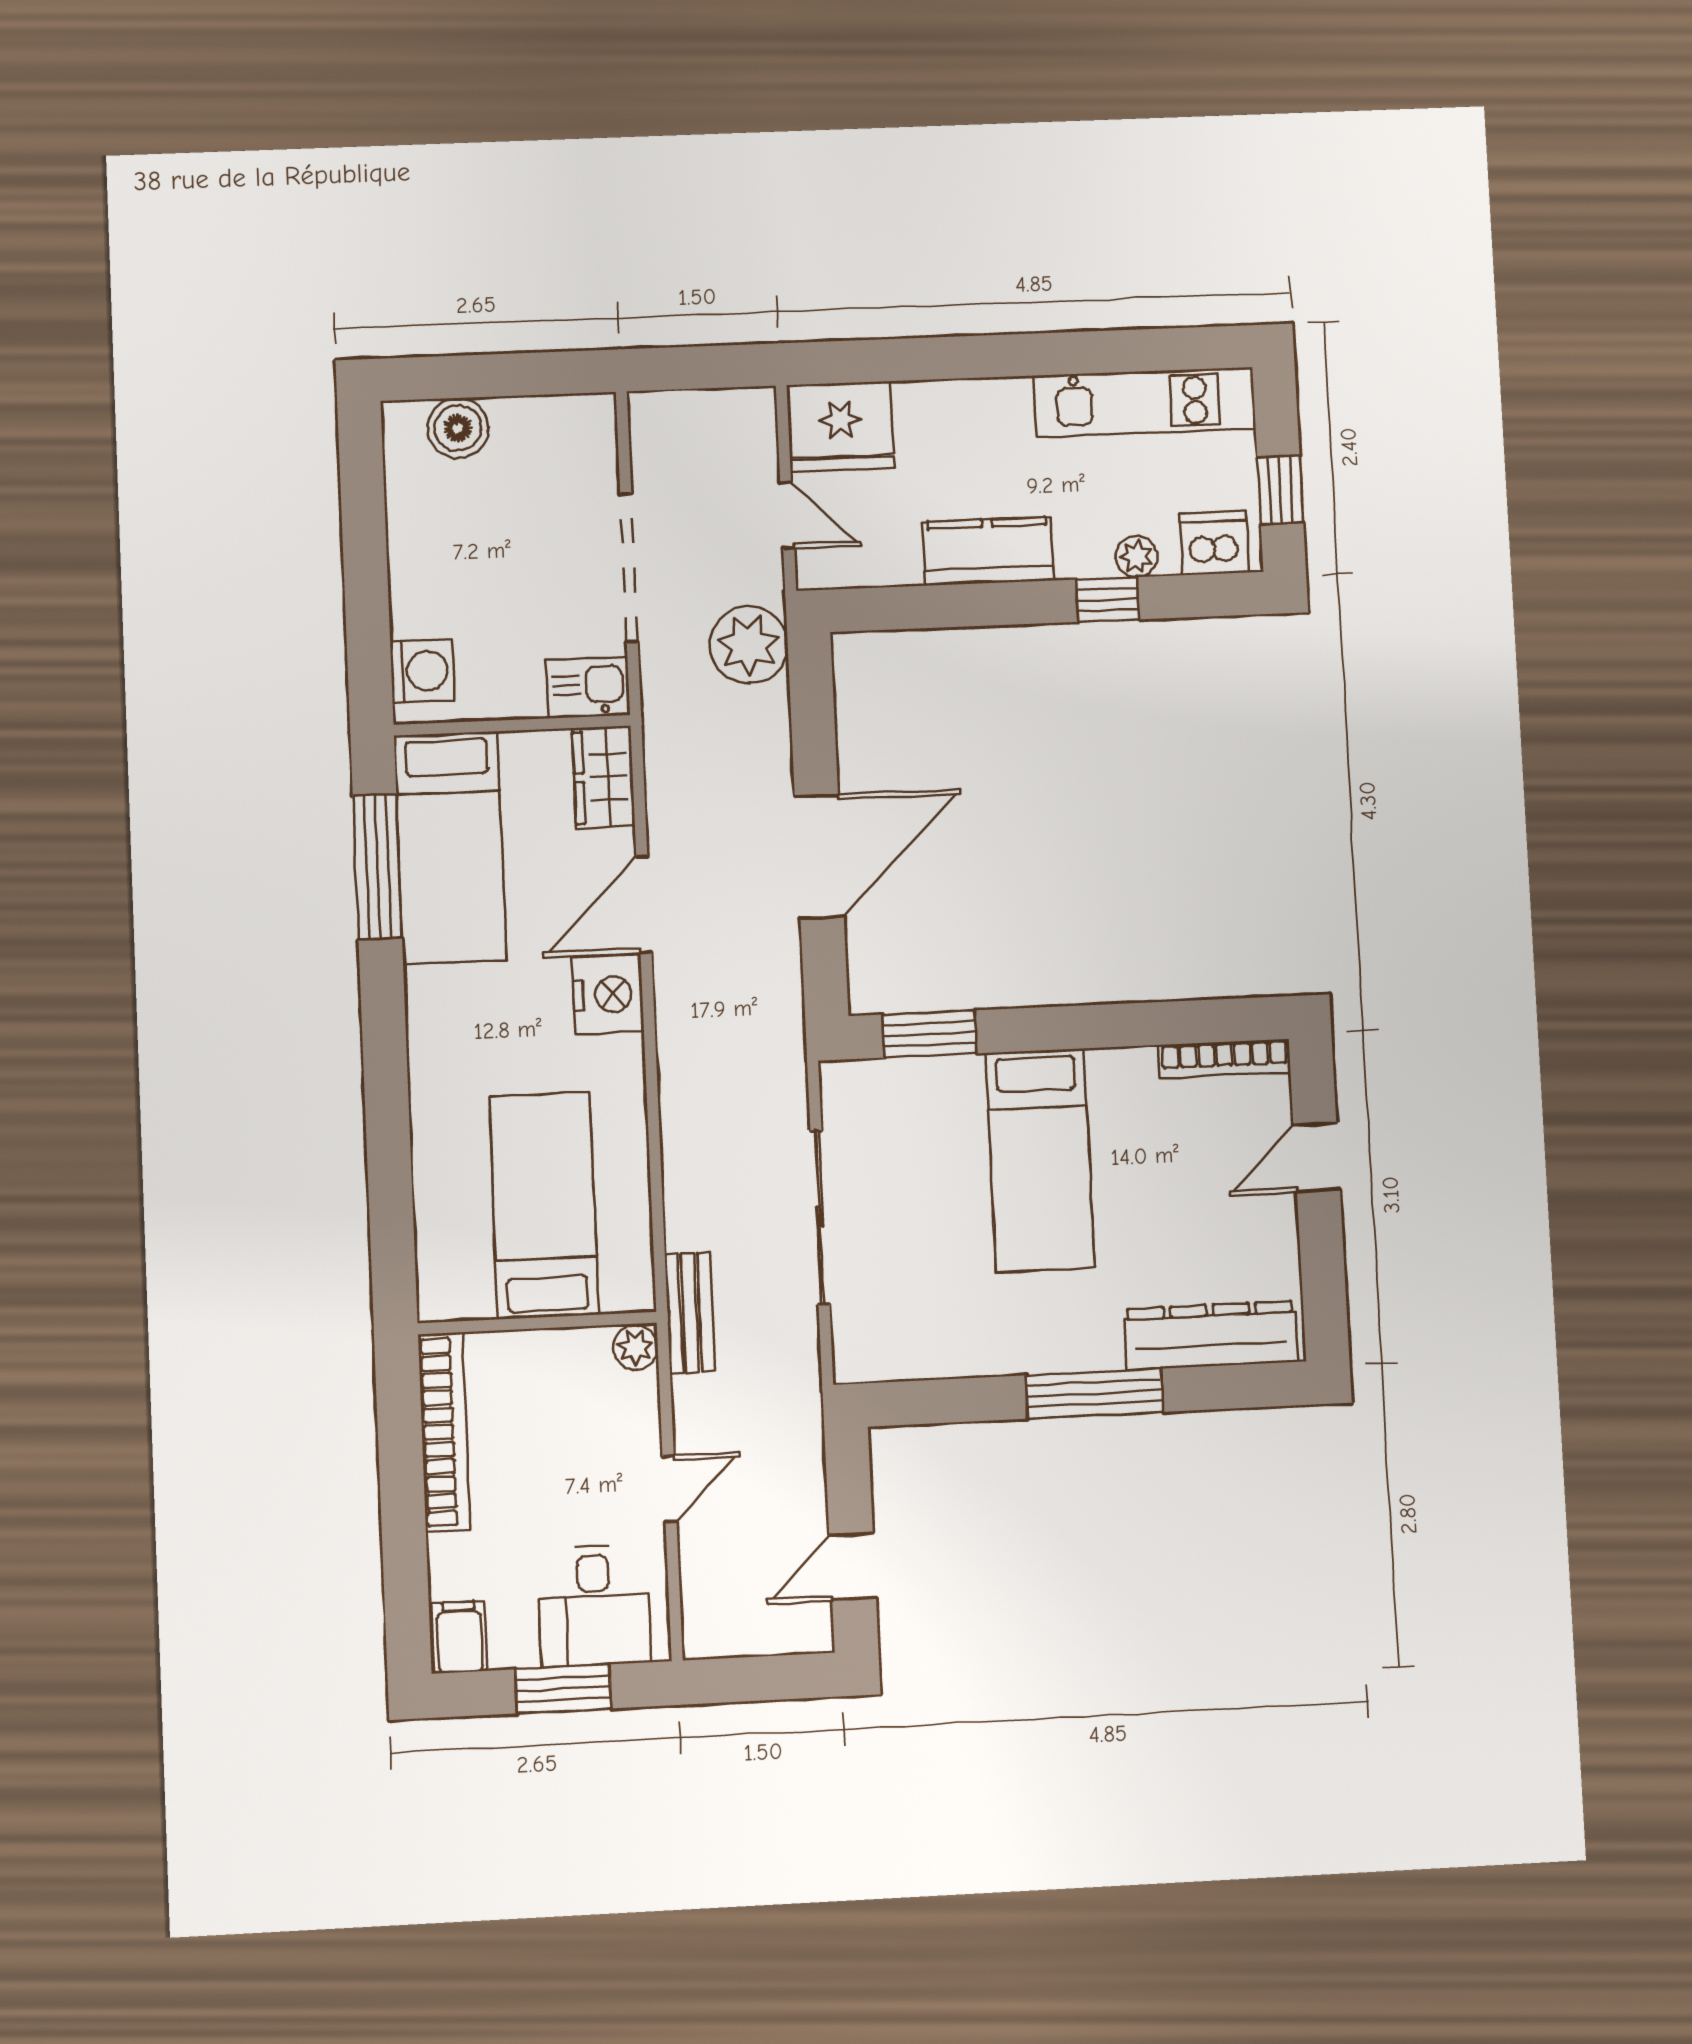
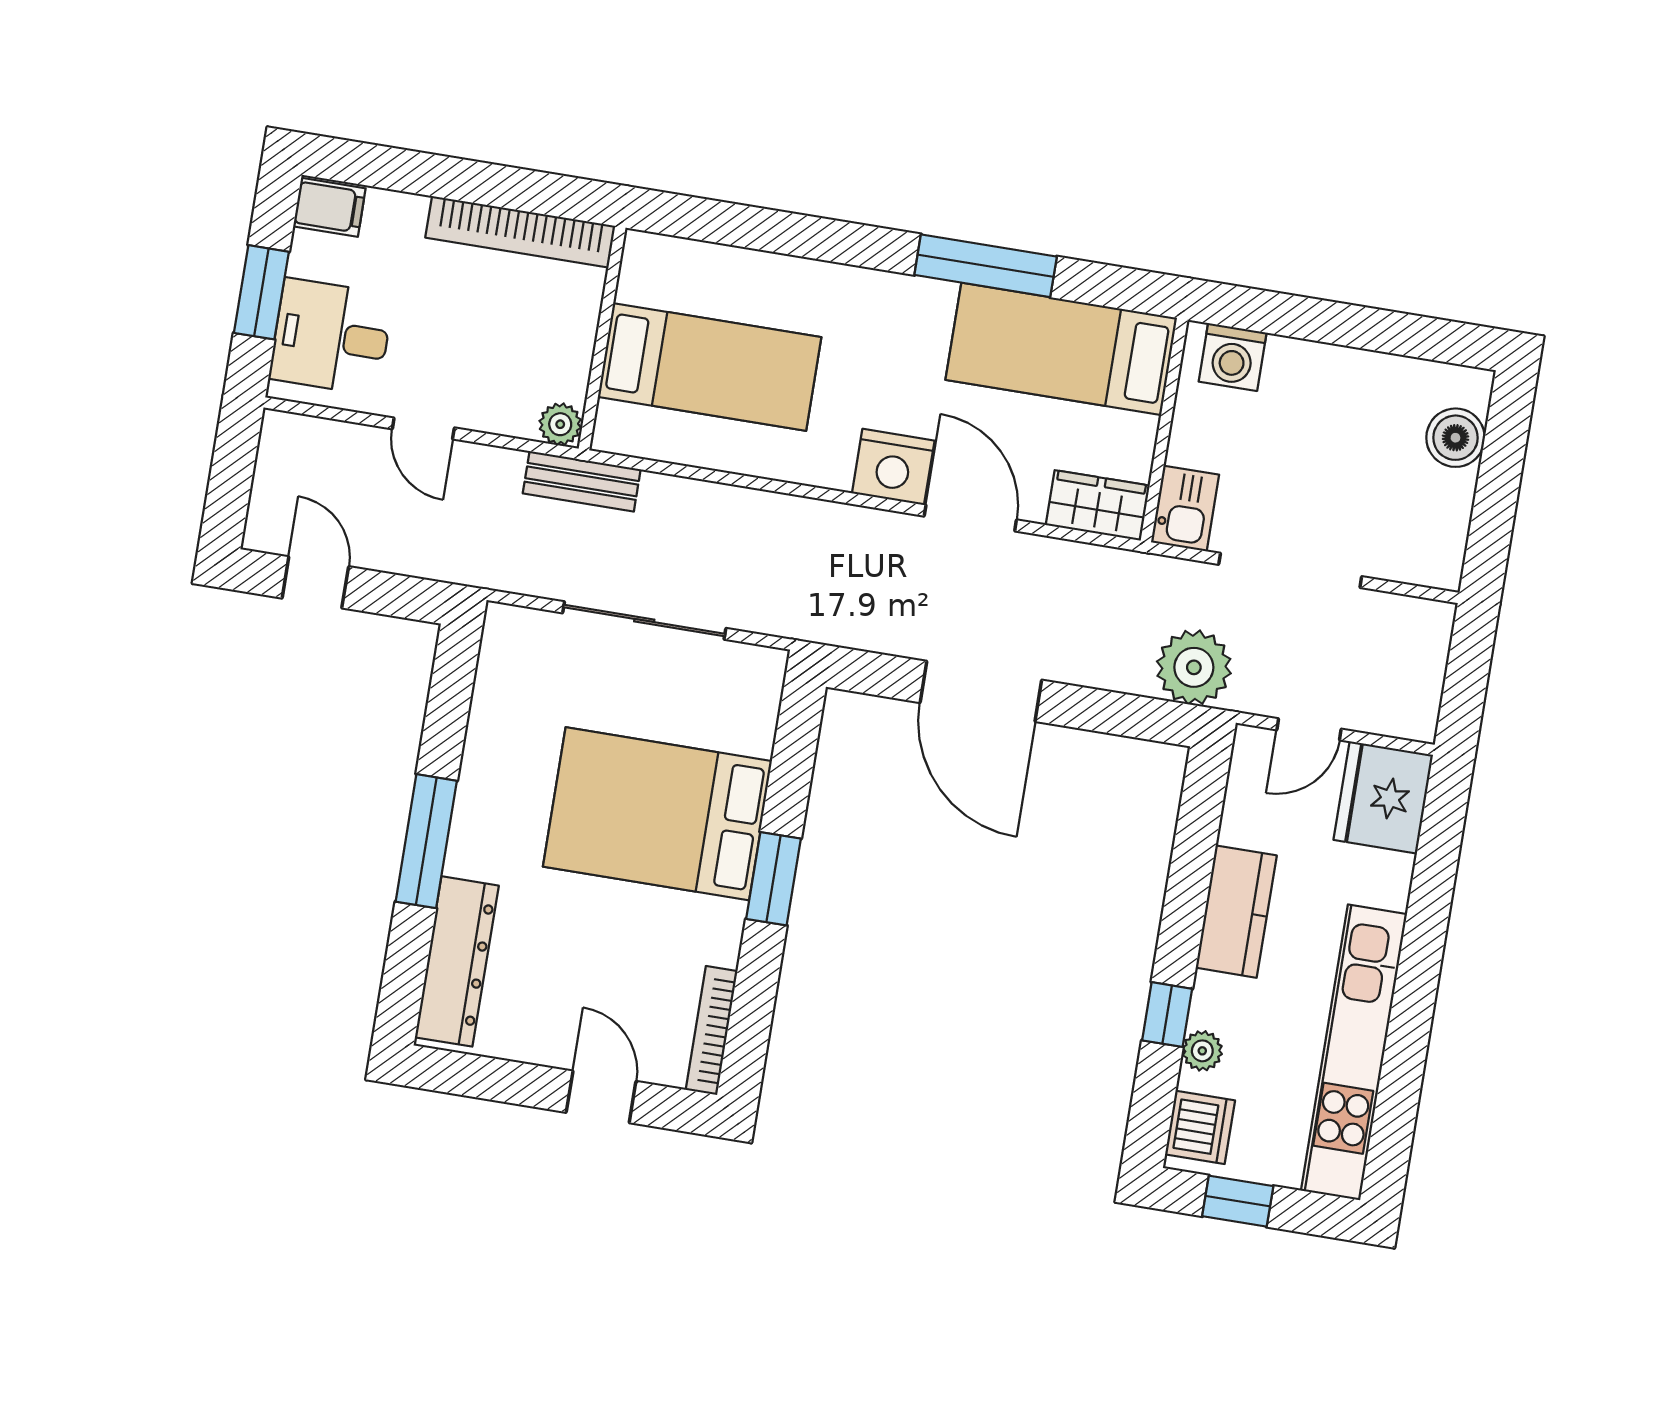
kitchen unit: (1145, 402) -> (1354, 1052), width x1.36
window: (377, 867) -> (986, 266), moved
window: (929, 1034) -> (774, 879), moved
bed: (1040, 1160) -> (657, 814), width x1.50

